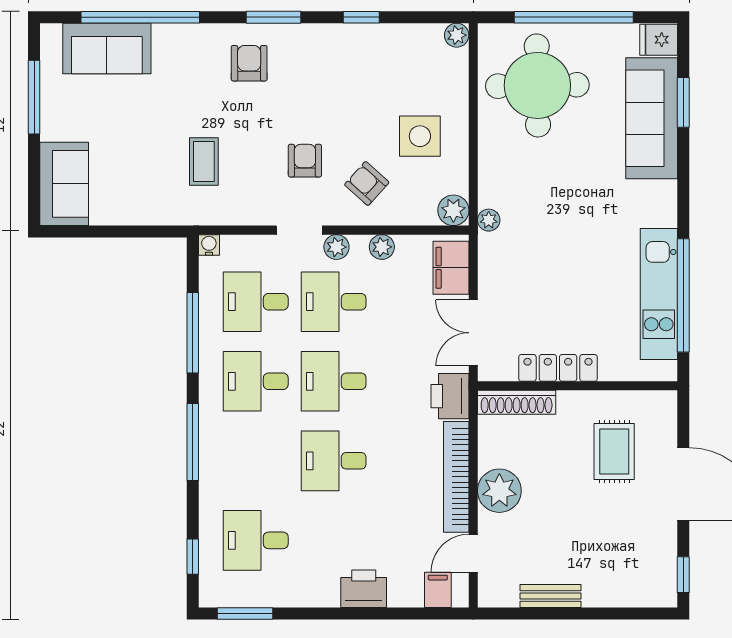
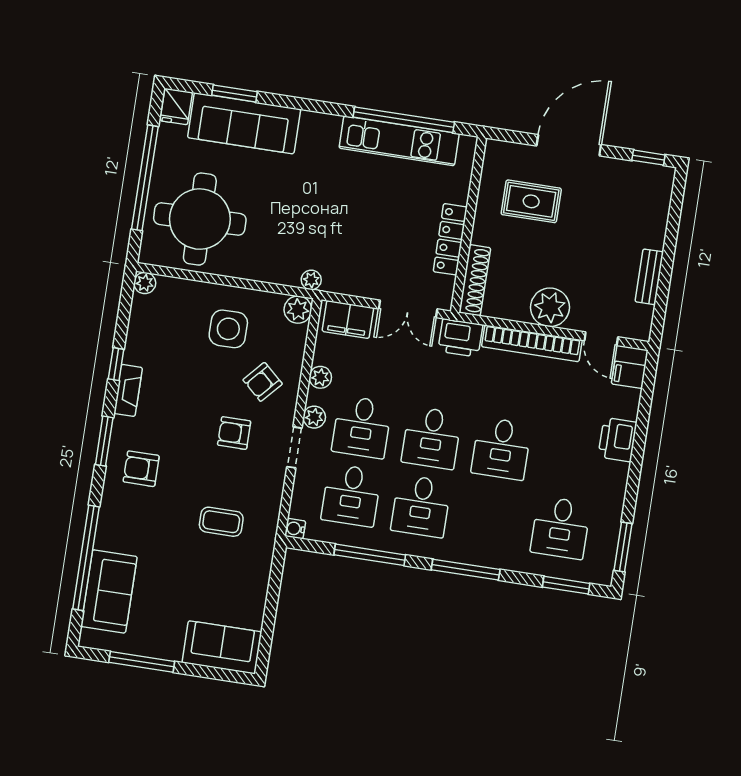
fireplace: (334, 35) -> (128, 390), added
window: (193, 557) -> (566, 585), width x1.50

